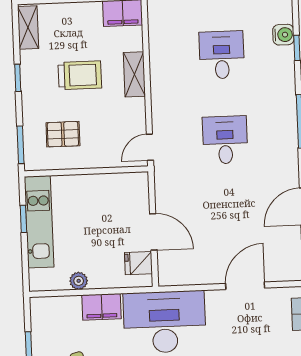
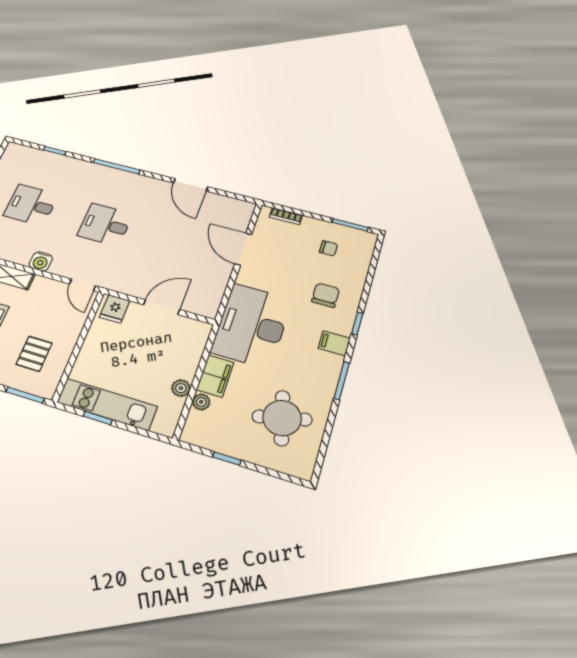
water cooler: (283, 35) -> (41, 261), moved, turned 180
fridge: (139, 263) -> (115, 309), moved
plant: (72, 304) -> (201, 402), added

